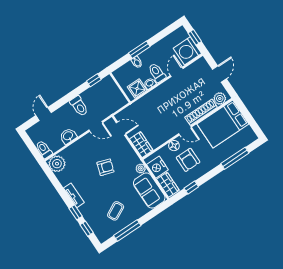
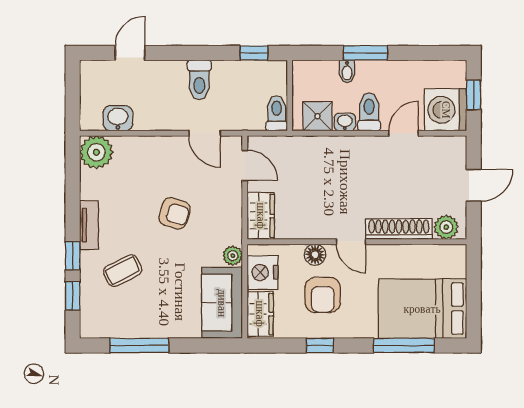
bed: (223, 124) -> (422, 309), moved
washbasin: (68, 136) -> (118, 118), moved
toilet: (44, 149) -> (277, 113), moved
window: (191, 188) -> (320, 345), moved
coffee table: (116, 211) -> (123, 271), moved

